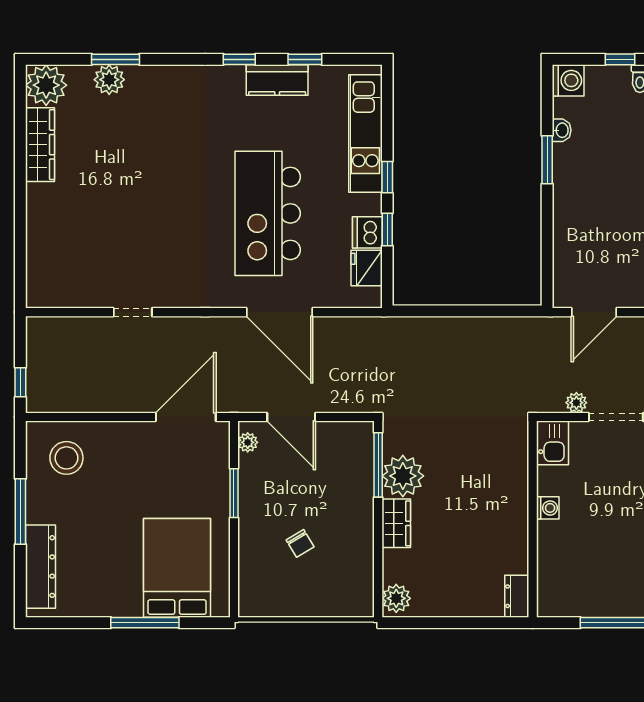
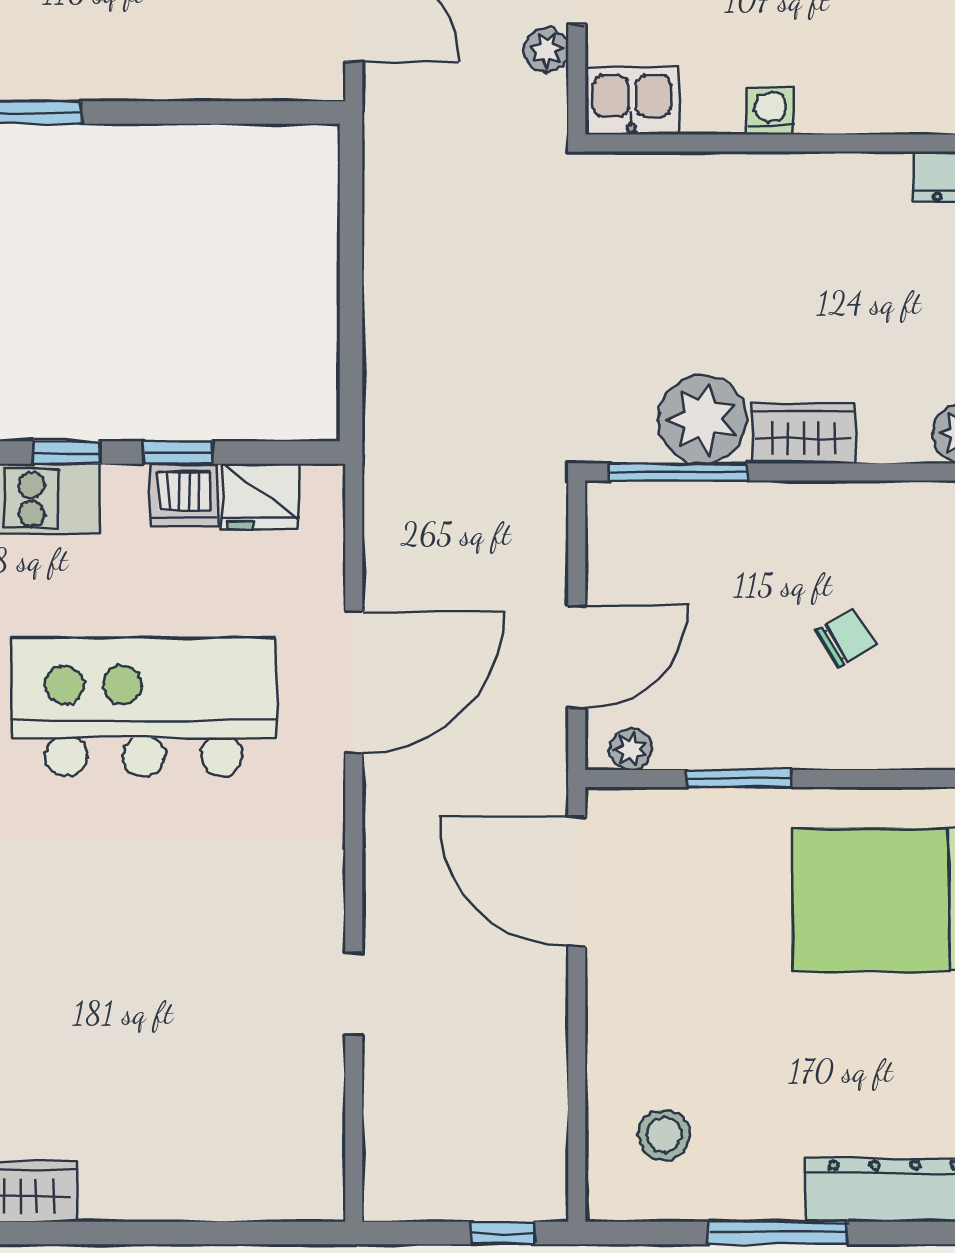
kitchen island: (268, 213) -> (144, 707), turned 180
stool: (66, 458) -> (664, 1135), width x0.73, depth x0.73

